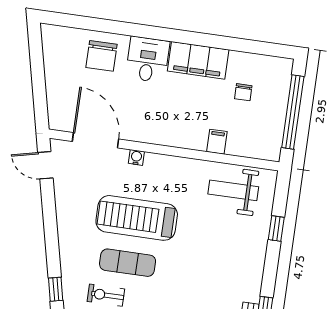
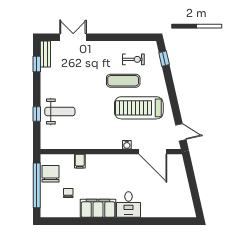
chair: (102, 56) -> (50, 174), moved
weight bench: (233, 190) -> (60, 111), moved
treadmill: (137, 218) -> (139, 108), moved, turned 180

